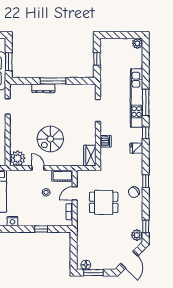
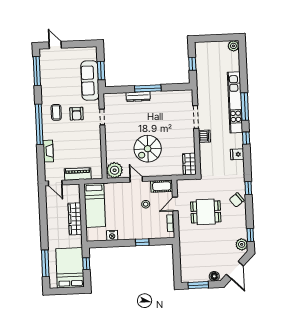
dishwasher: (106, 141) -> (204, 136), moved
floor lamp: (86, 265) -> (214, 276), moved

